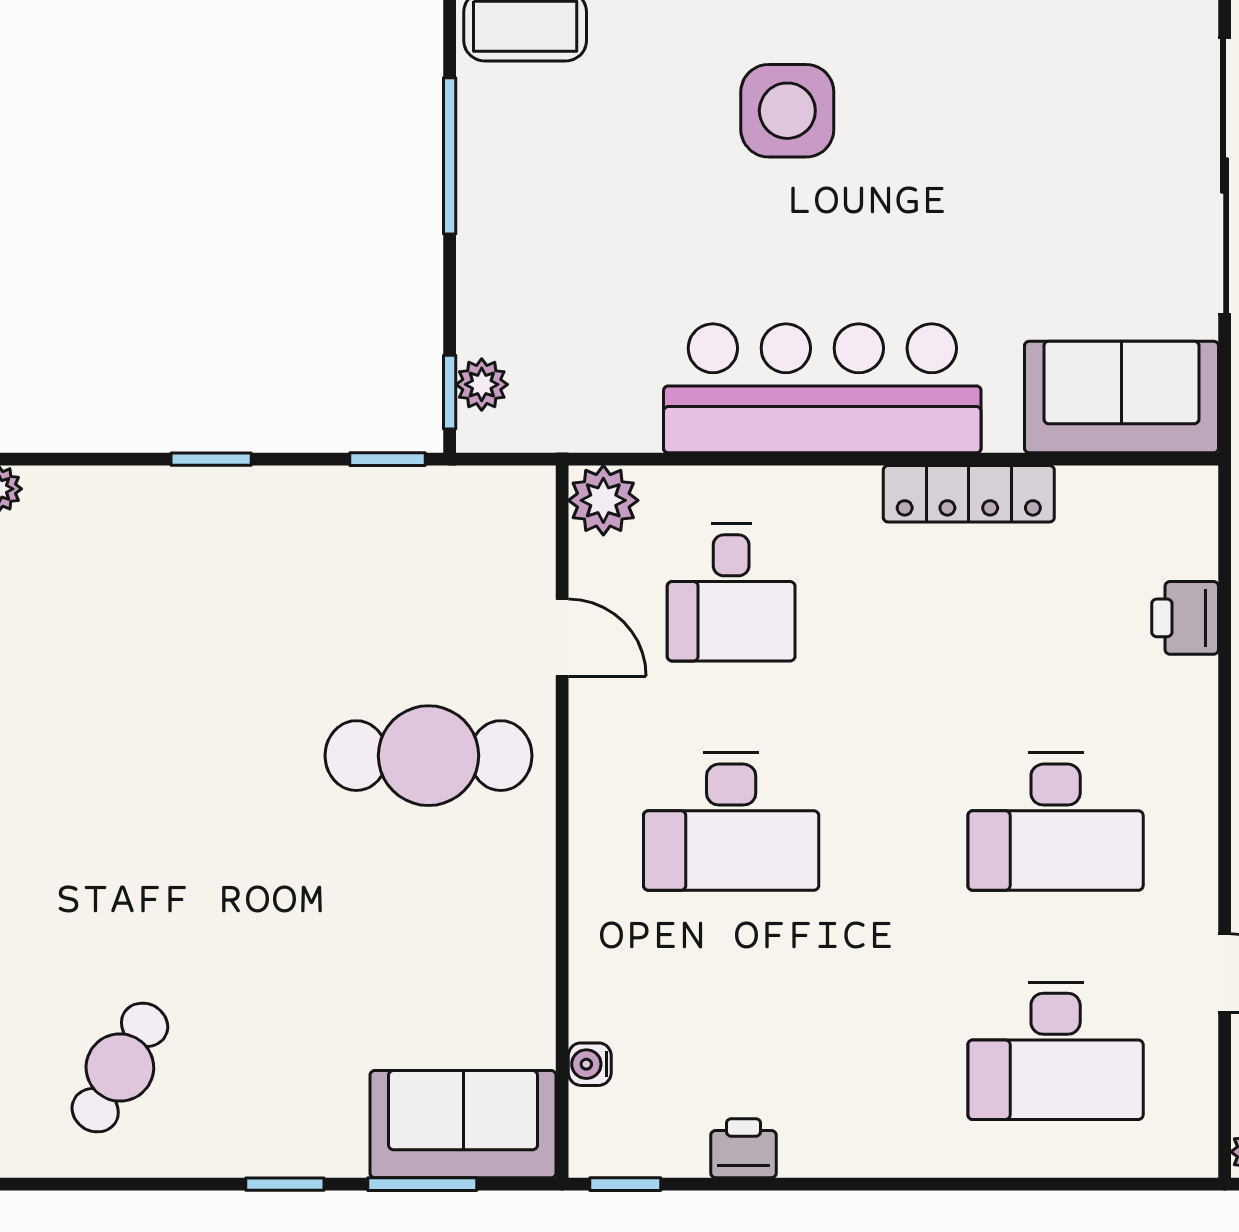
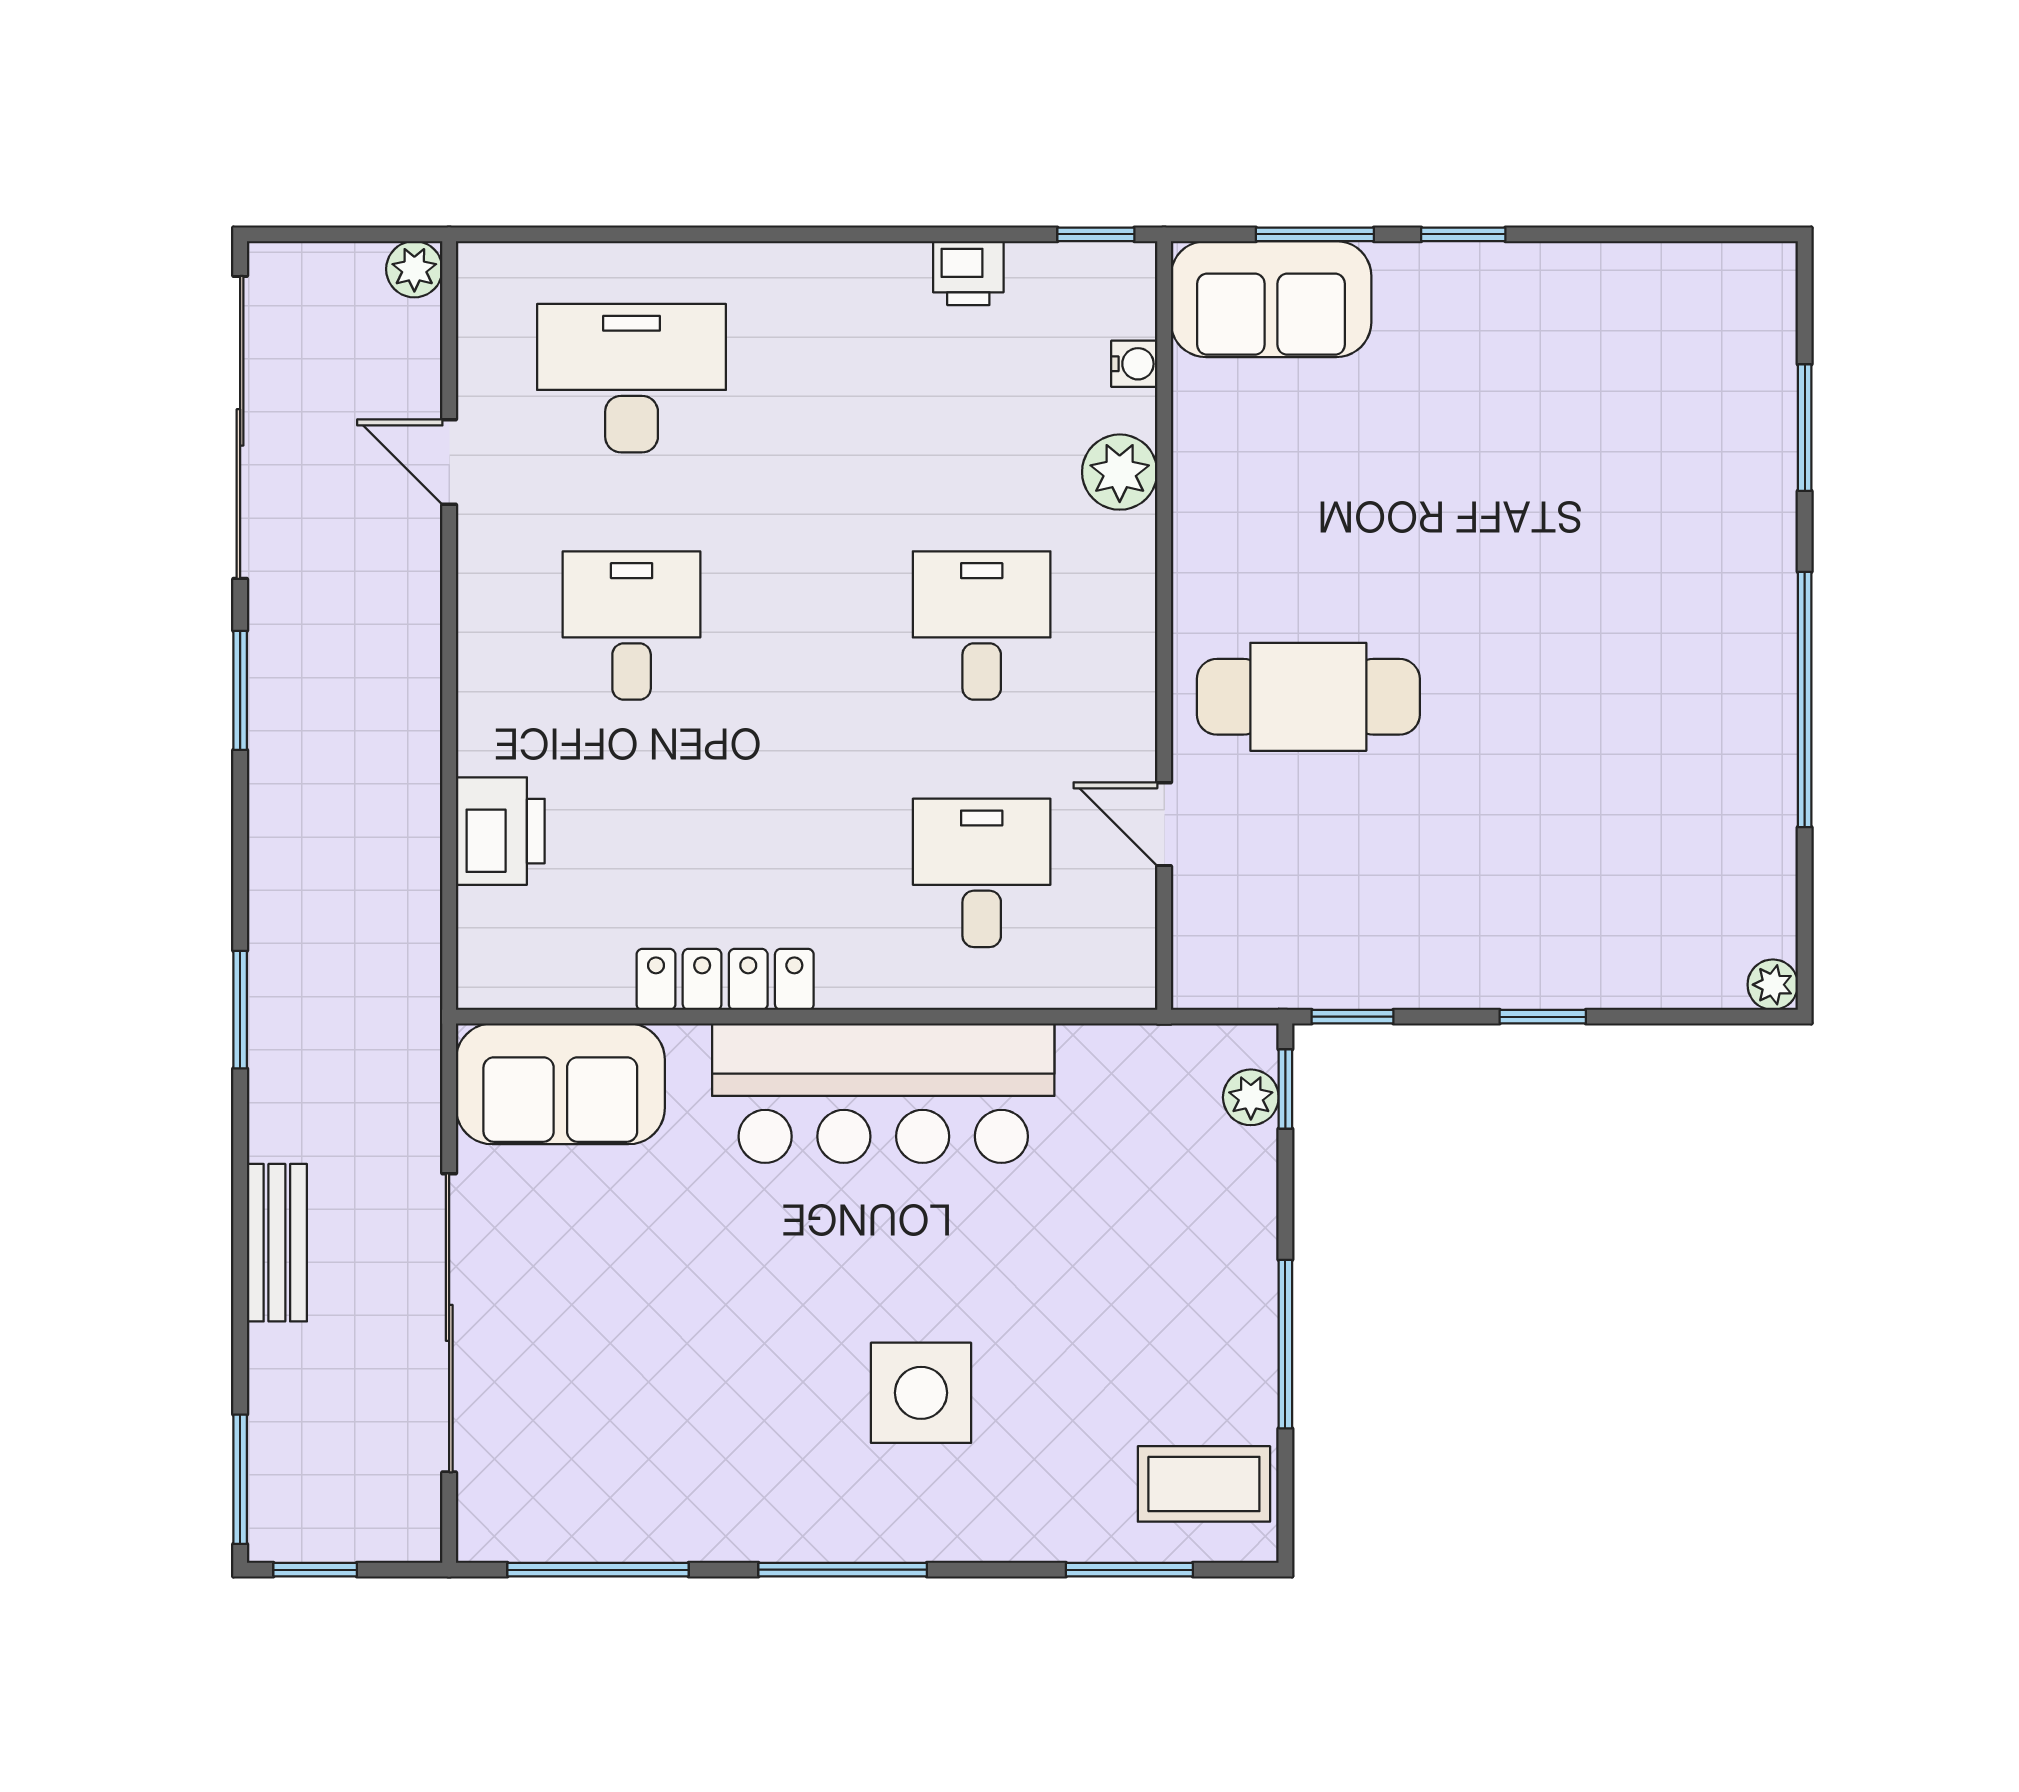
plant: (603, 500) -> (1120, 472), moved
printer: (1185, 618) -> (500, 831), width x1.36, depth x1.24
desk: (731, 822) -> (982, 626), width x0.73
desk: (1056, 822) -> (632, 626), width x0.73
cafe table: (120, 1068) -> (1641, 360), removed

